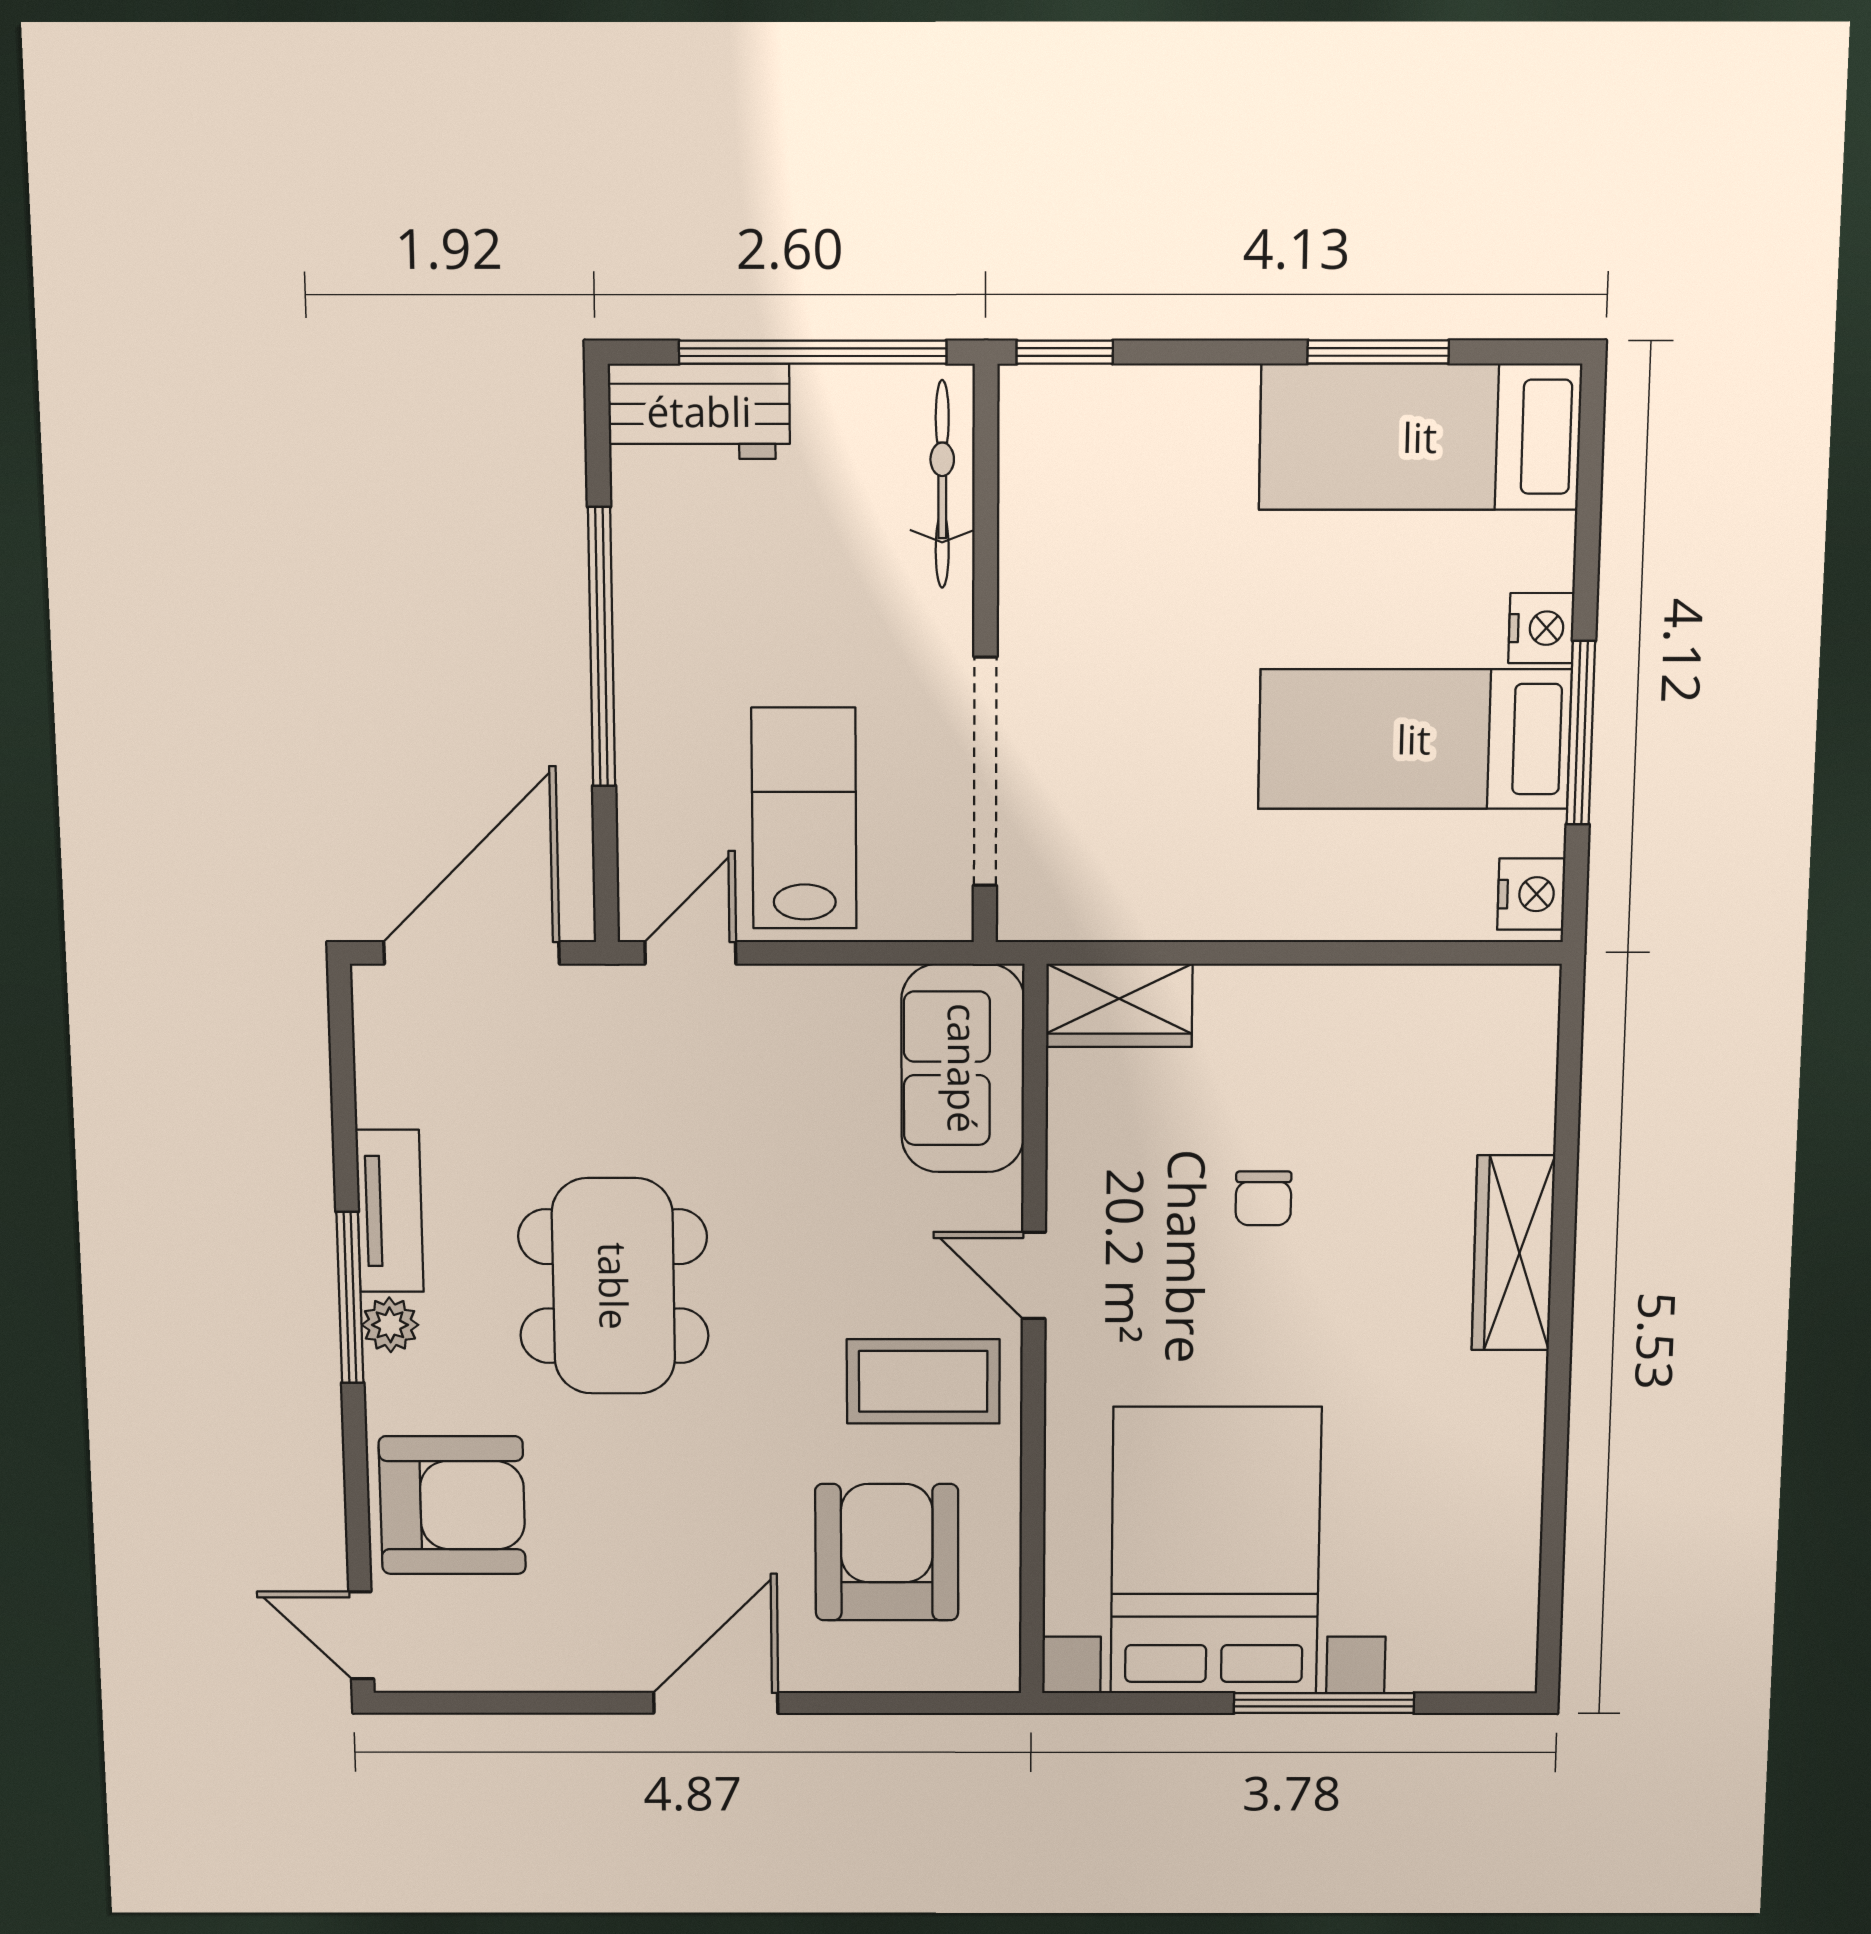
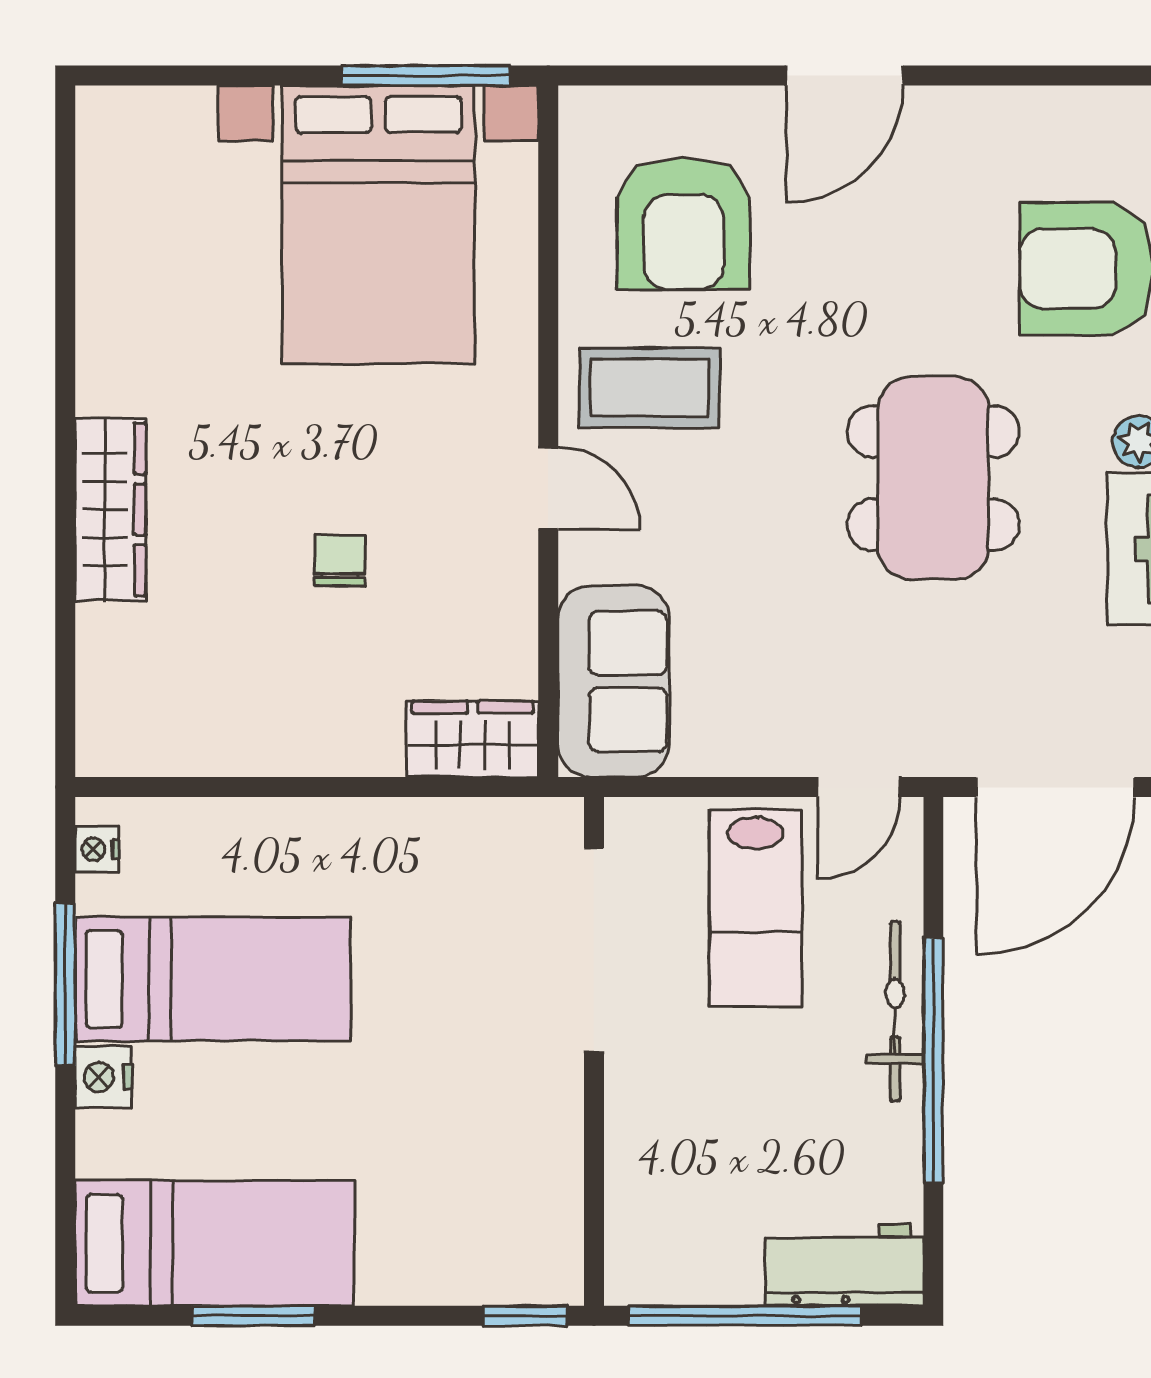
bicycle: (942, 484) -> (895, 1012), moved, turned 180
nightstand: (1531, 894) -> (97, 849), width x0.72, depth x0.74
window: (1324, 1703) -> (426, 76), moved

